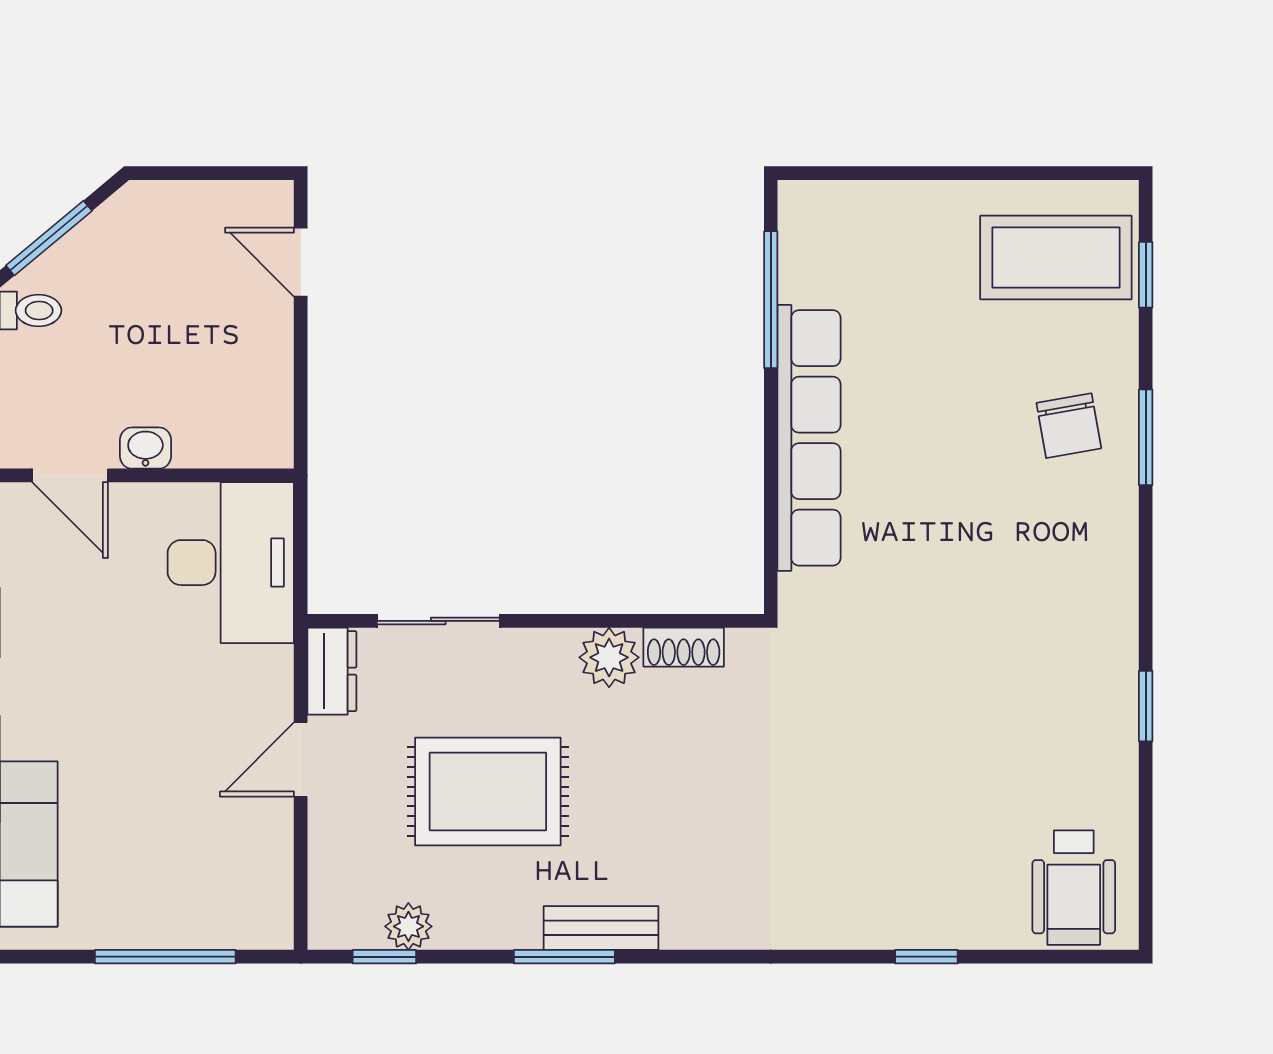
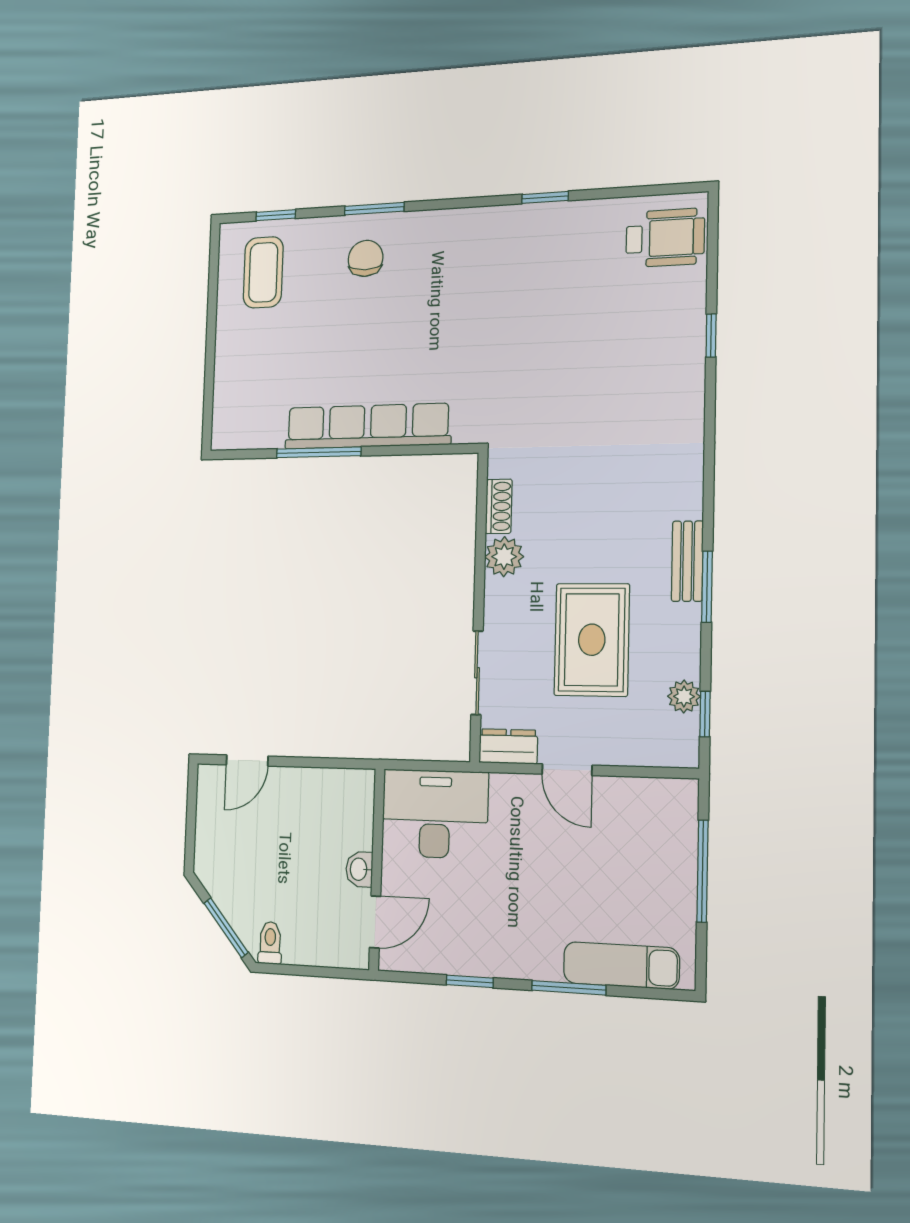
coffee table: (1056, 257) -> (263, 272), width x0.73, depth x0.76
window: (771, 300) -> (319, 452), moved
chair: (1069, 426) -> (366, 258), turned -80

